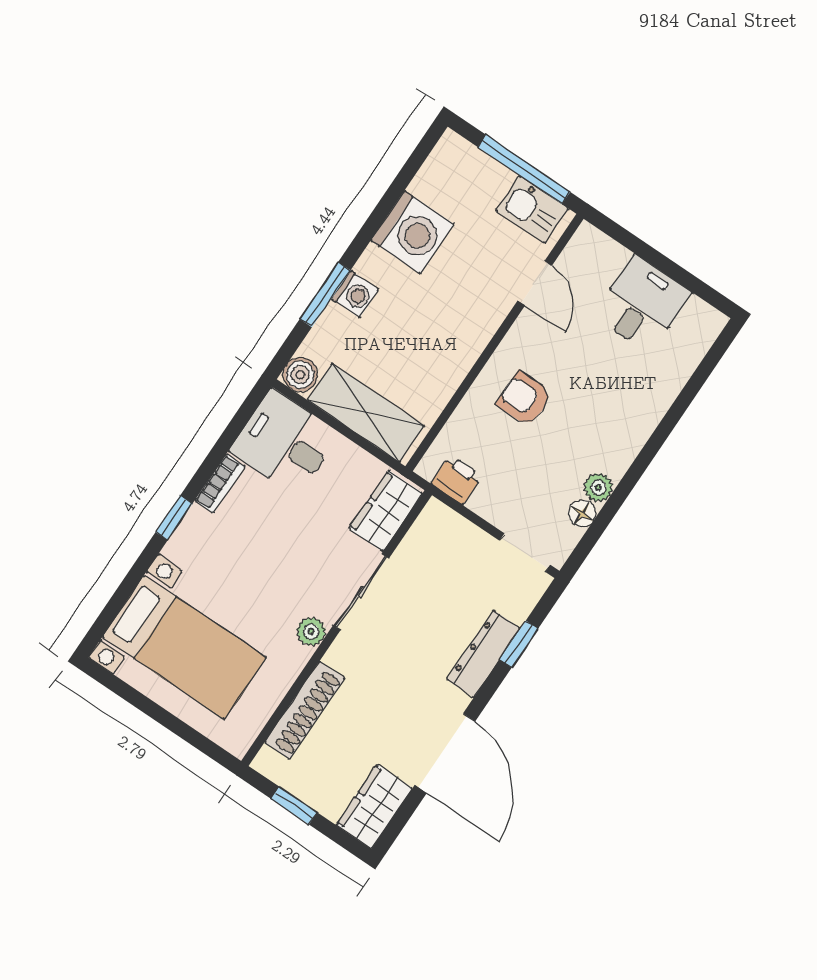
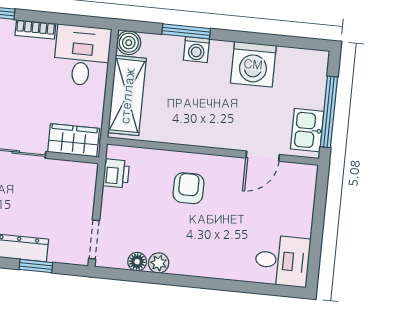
desk: (642, 304) -> (282, 261), moved

